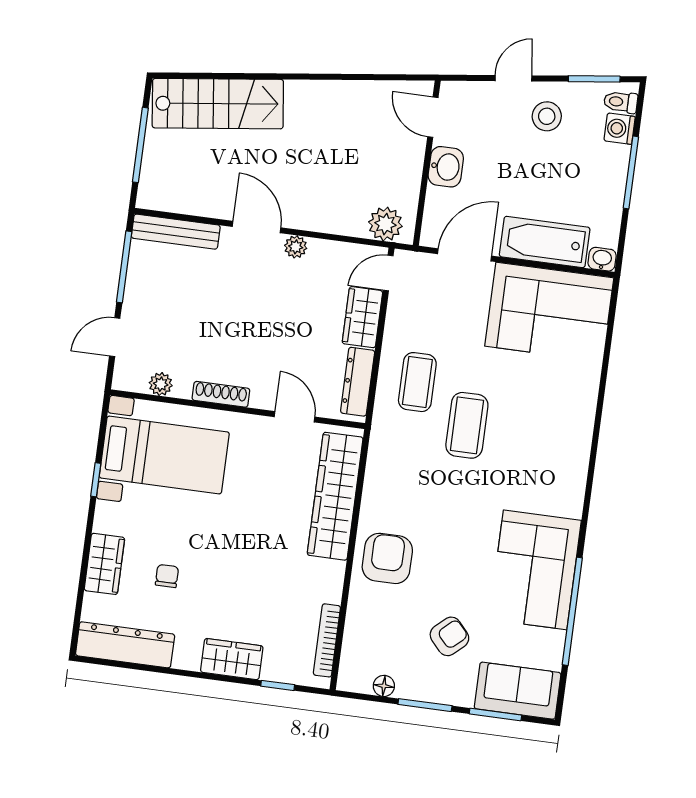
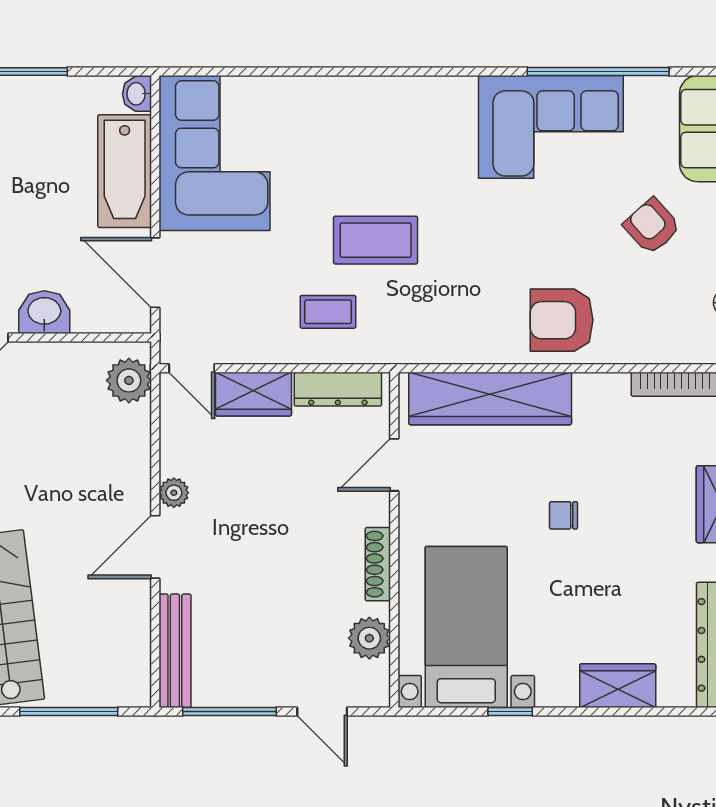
coffee table: (417, 382) -> (328, 312), width x0.73, depth x0.77
plant: (161, 384) -> (369, 638), width x1.38, depth x1.38
chair: (167, 576) -> (563, 515), moved

